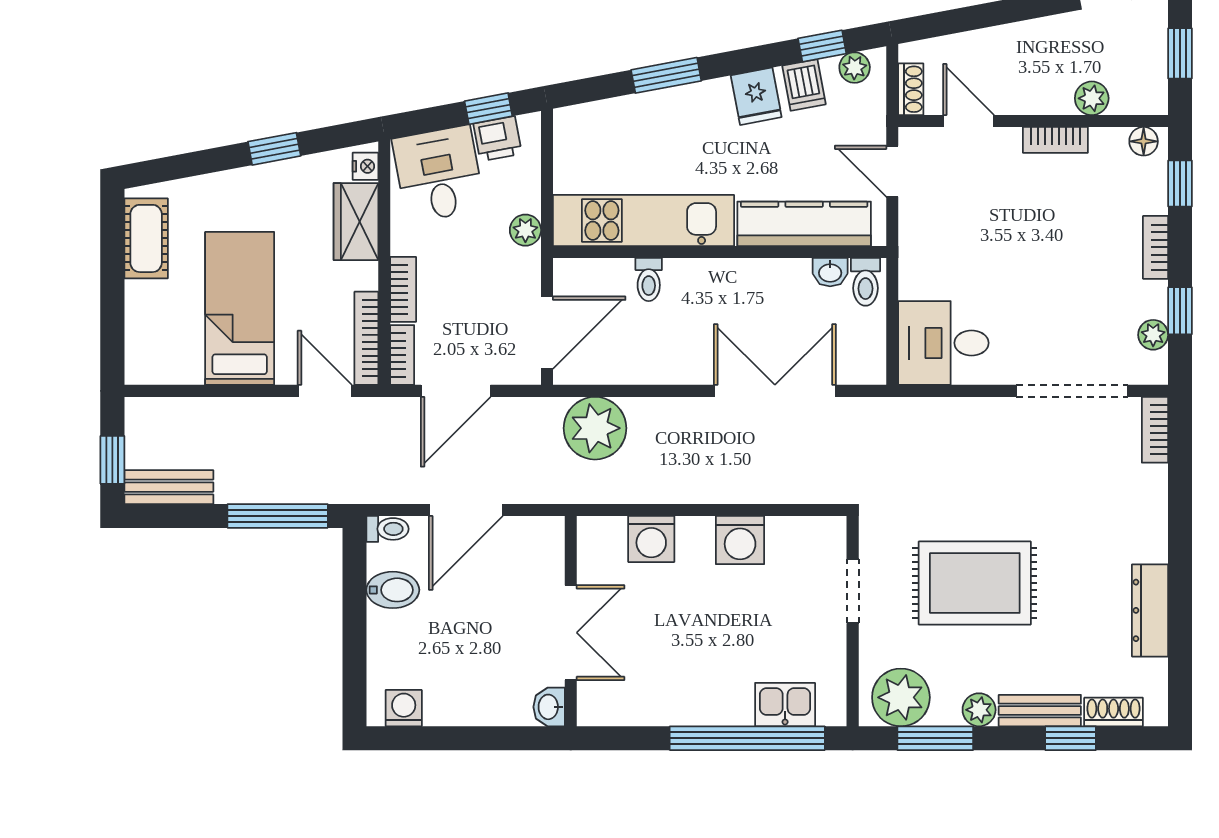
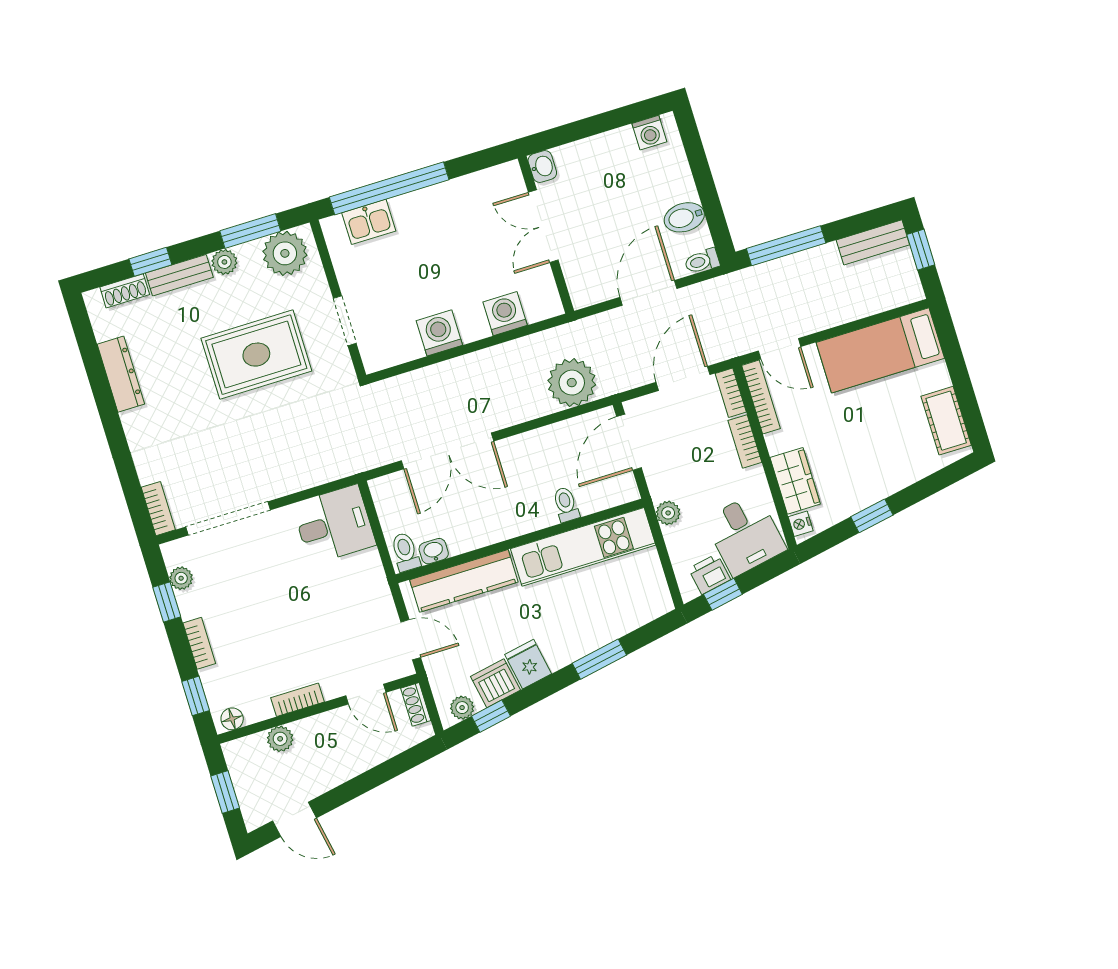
dishwasher: (804, 85) -> (495, 683), width x1.38
bed: (240, 308) -> (880, 350), moved, turned 90

